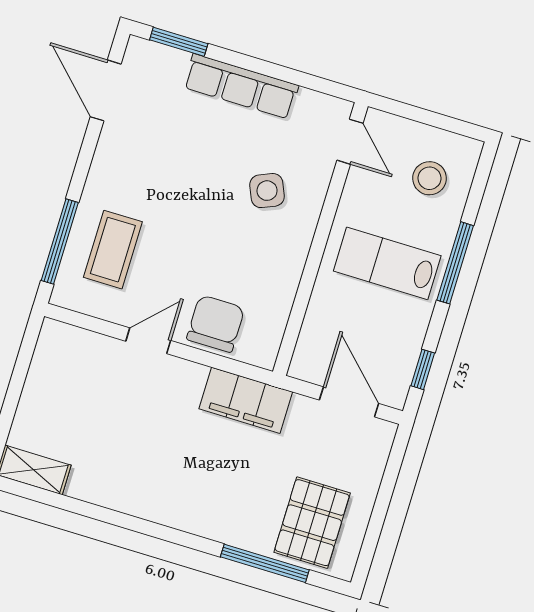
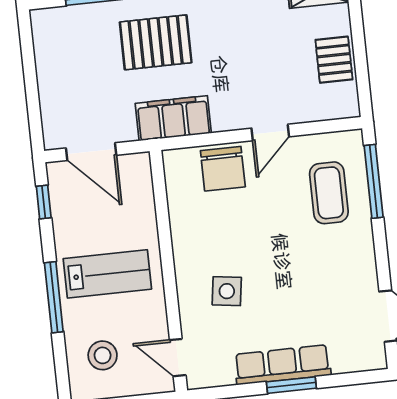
window: (179, 42) -> (291, 385), moved
side table: (267, 191) -> (227, 291), turned 31
pallet: (47, 390) -> (334, 60), added
pallet: (312, 523) -> (156, 42), moved, turned 90

